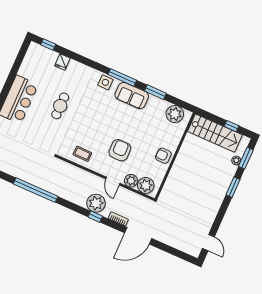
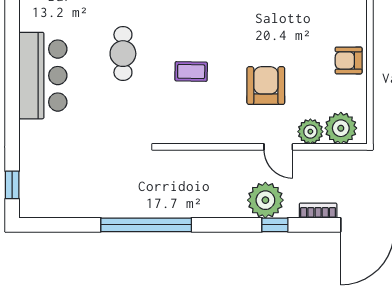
coffee table: (82, 154) -> (191, 71), moved

